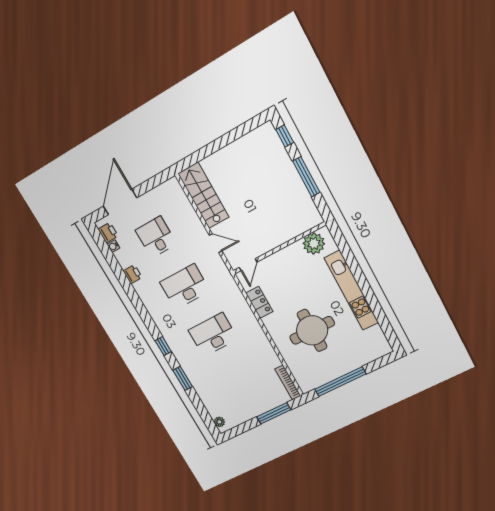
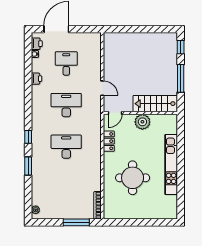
stairs: (204, 195) -> (155, 104), moved, turned -90
plant: (314, 244) -> (142, 122), moved
window: (340, 382) -> (132, 222), removed

